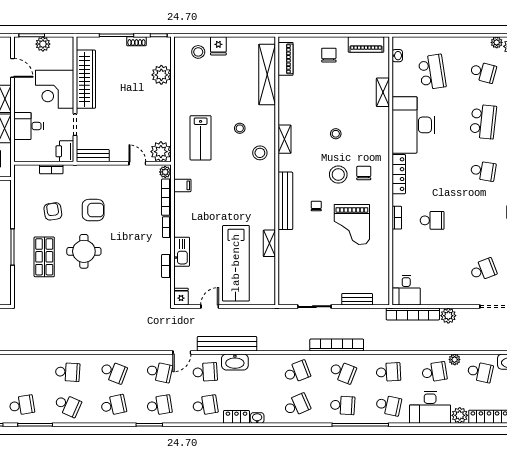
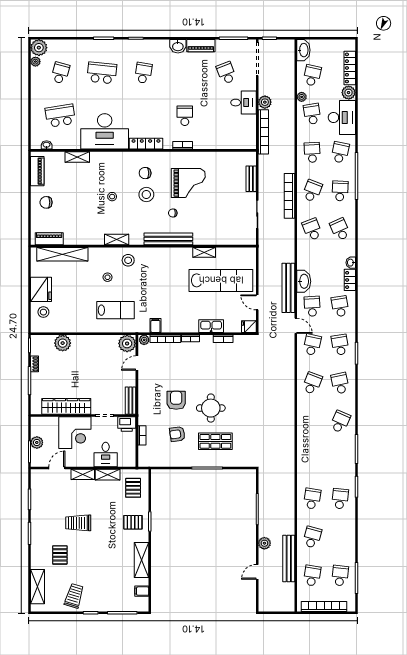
fridge: (218, 46) -> (41, 289), width x1.88, depth x1.34
desk: (406, 290) -> (243, 103), moved
school desk: (68, 372) -> (312, 422), removed
school desk: (22, 405) -> (340, 460), removed

